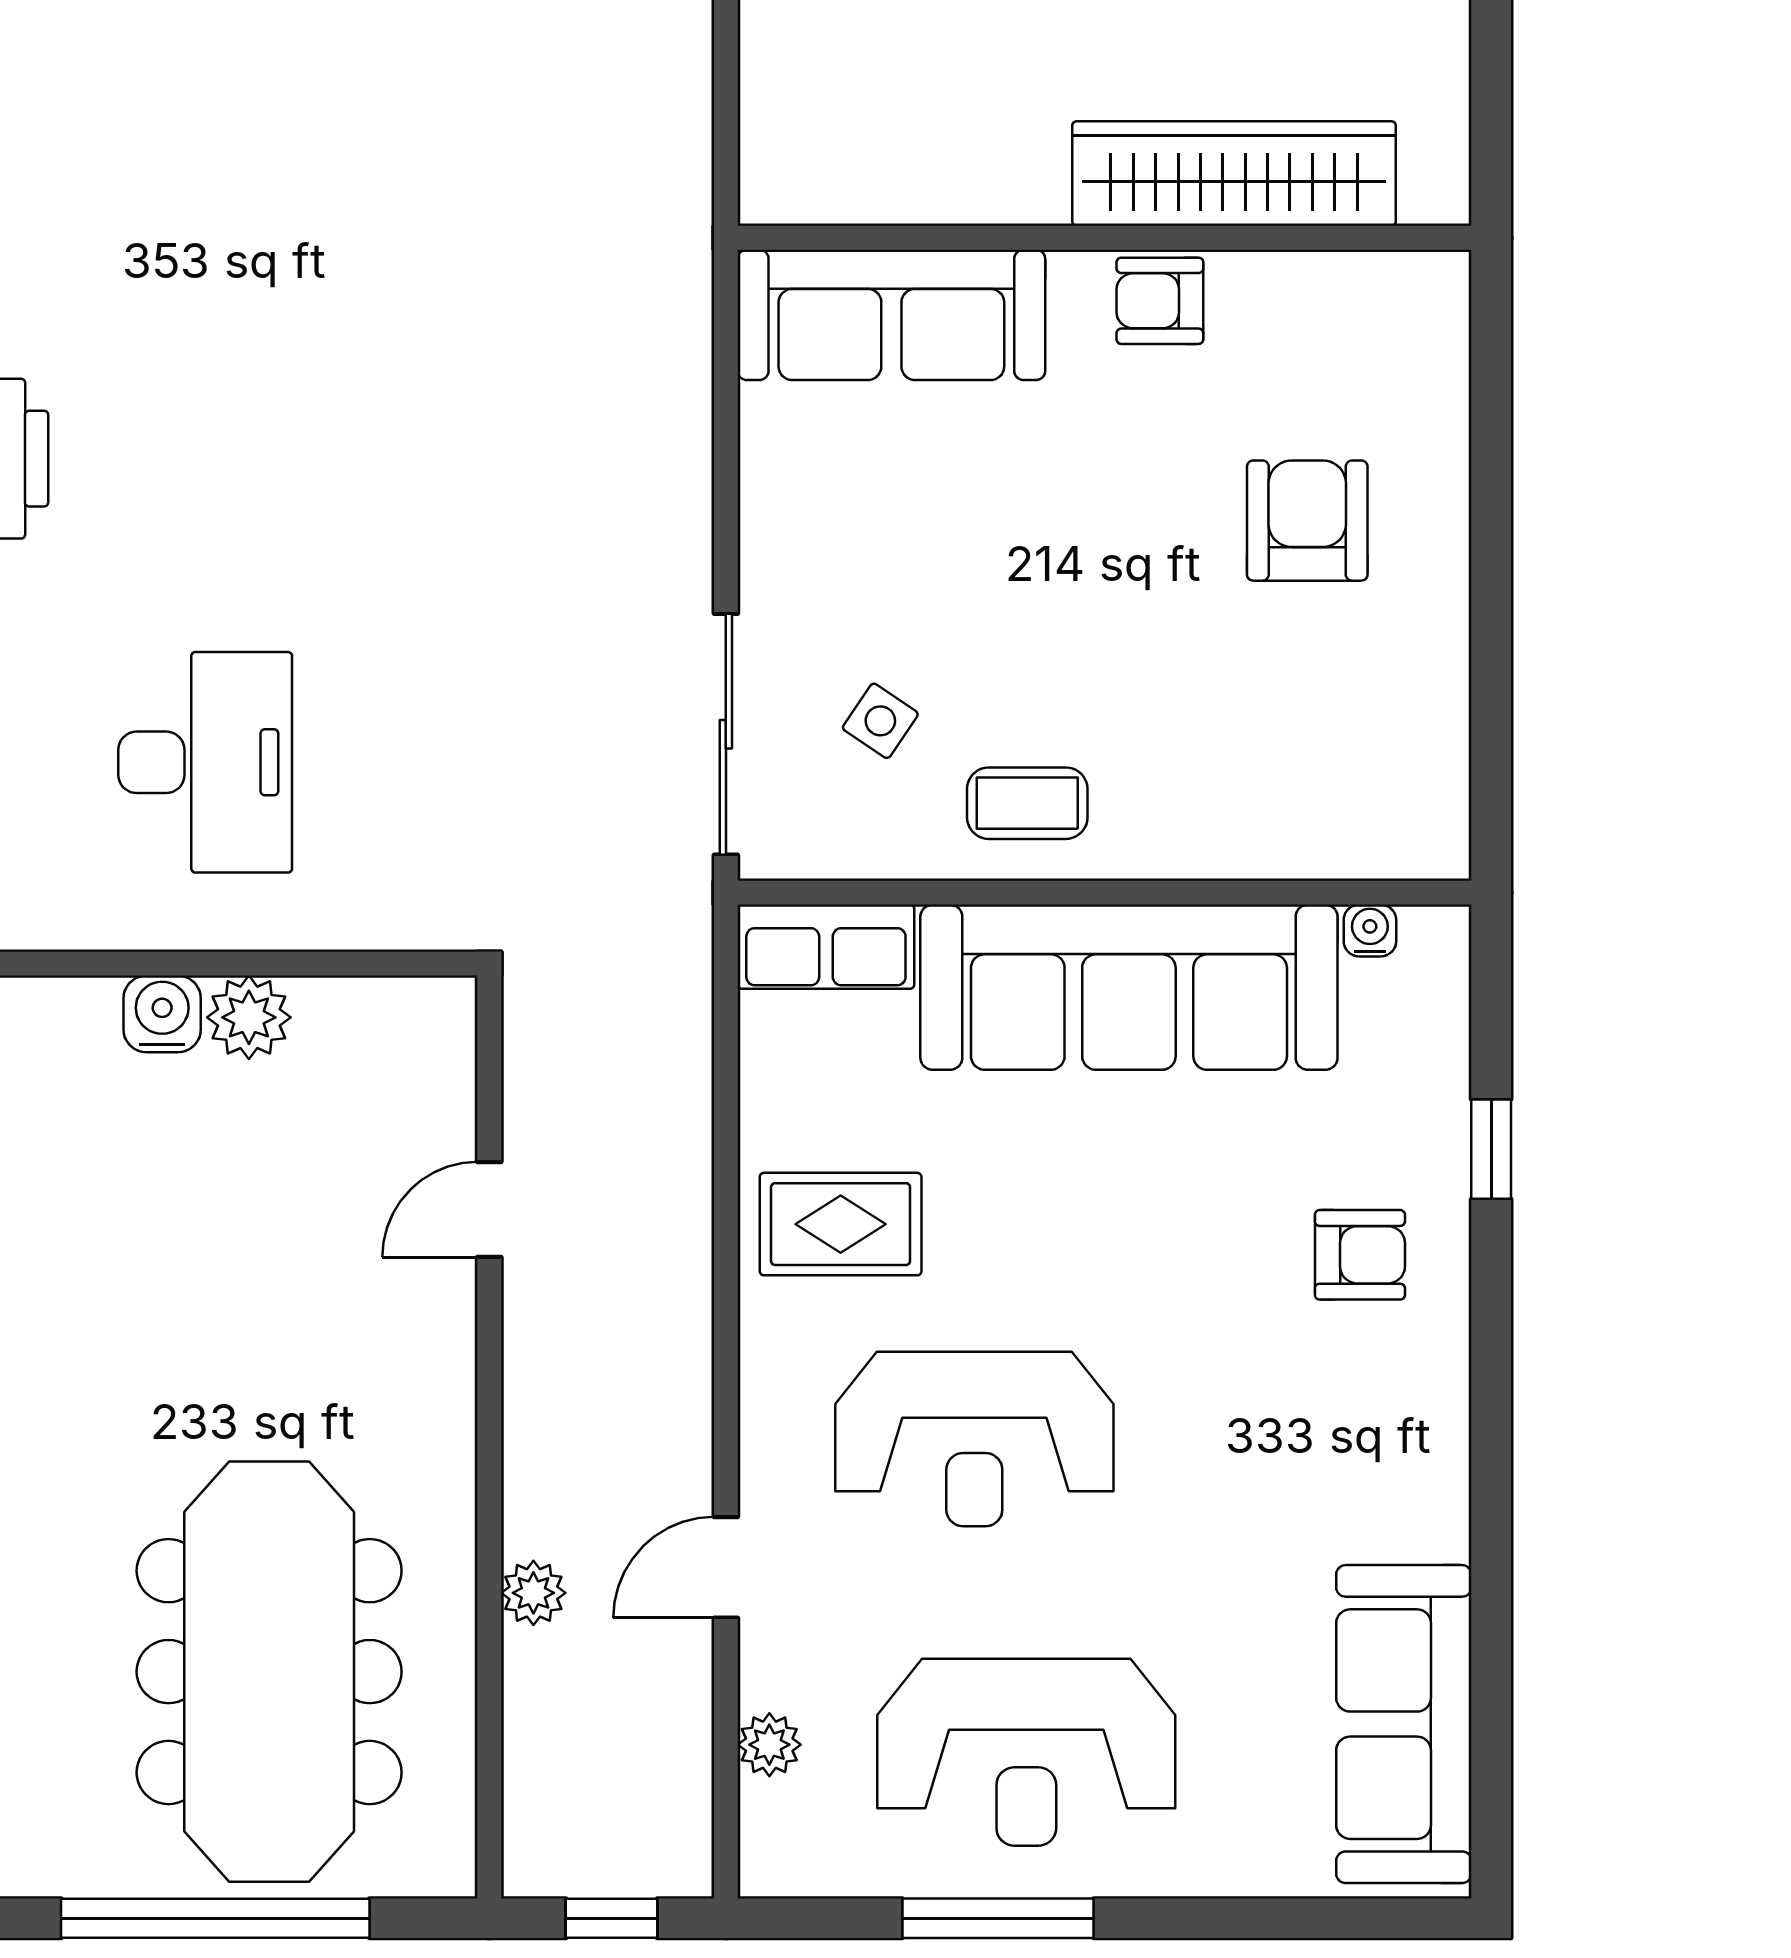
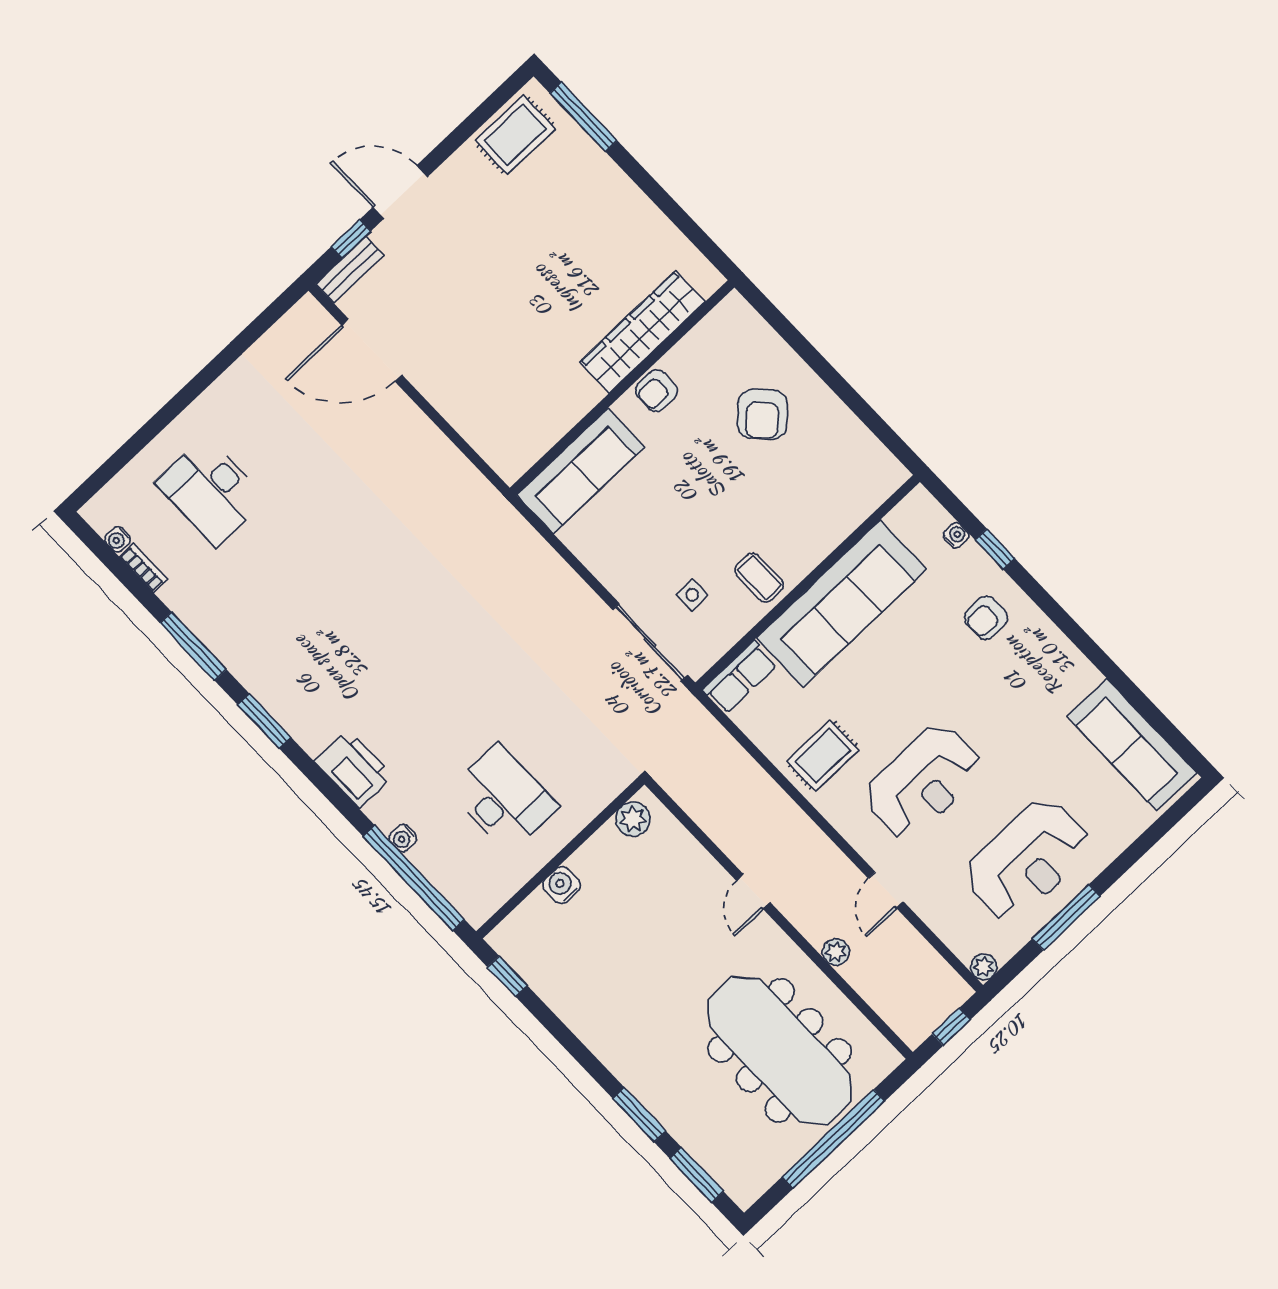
armchair: (1307, 521) -> (762, 414), turned -134
side table: (880, 721) -> (692, 595), turned -34
coffee table: (1027, 803) -> (759, 578), turned 90
water cooler: (1370, 931) -> (956, 535), moved, turned 90
plant: (249, 1017) -> (633, 819), moved
door: (489, 1210) -> (753, 892), moved
armchair: (1360, 1255) -> (986, 618), turned 180
plant: (769, 1745) -> (984, 967), moved

